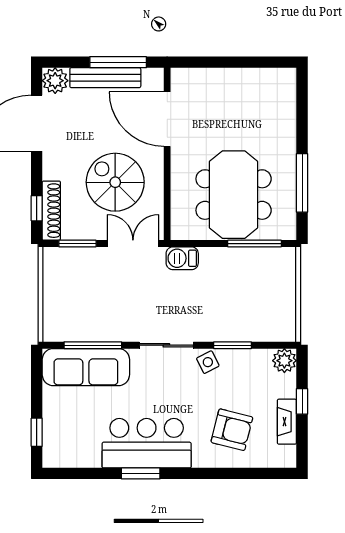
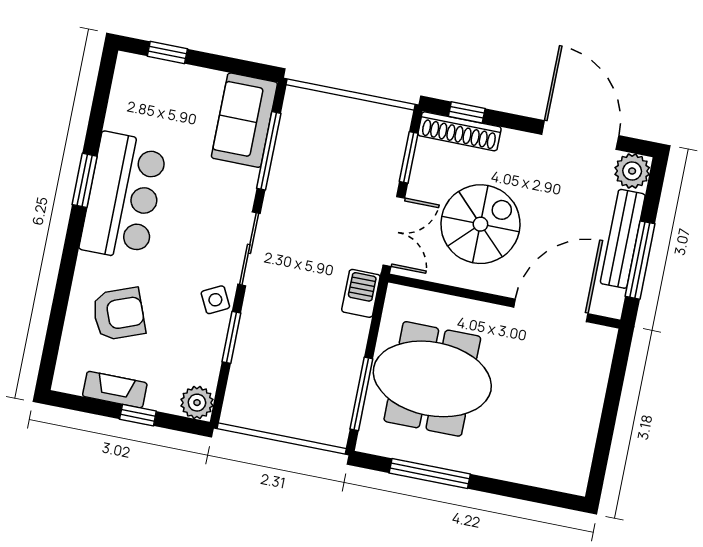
sofa: (86, 367) -> (244, 120), width x0.73
armchair: (232, 430) -> (119, 314), turned -125

